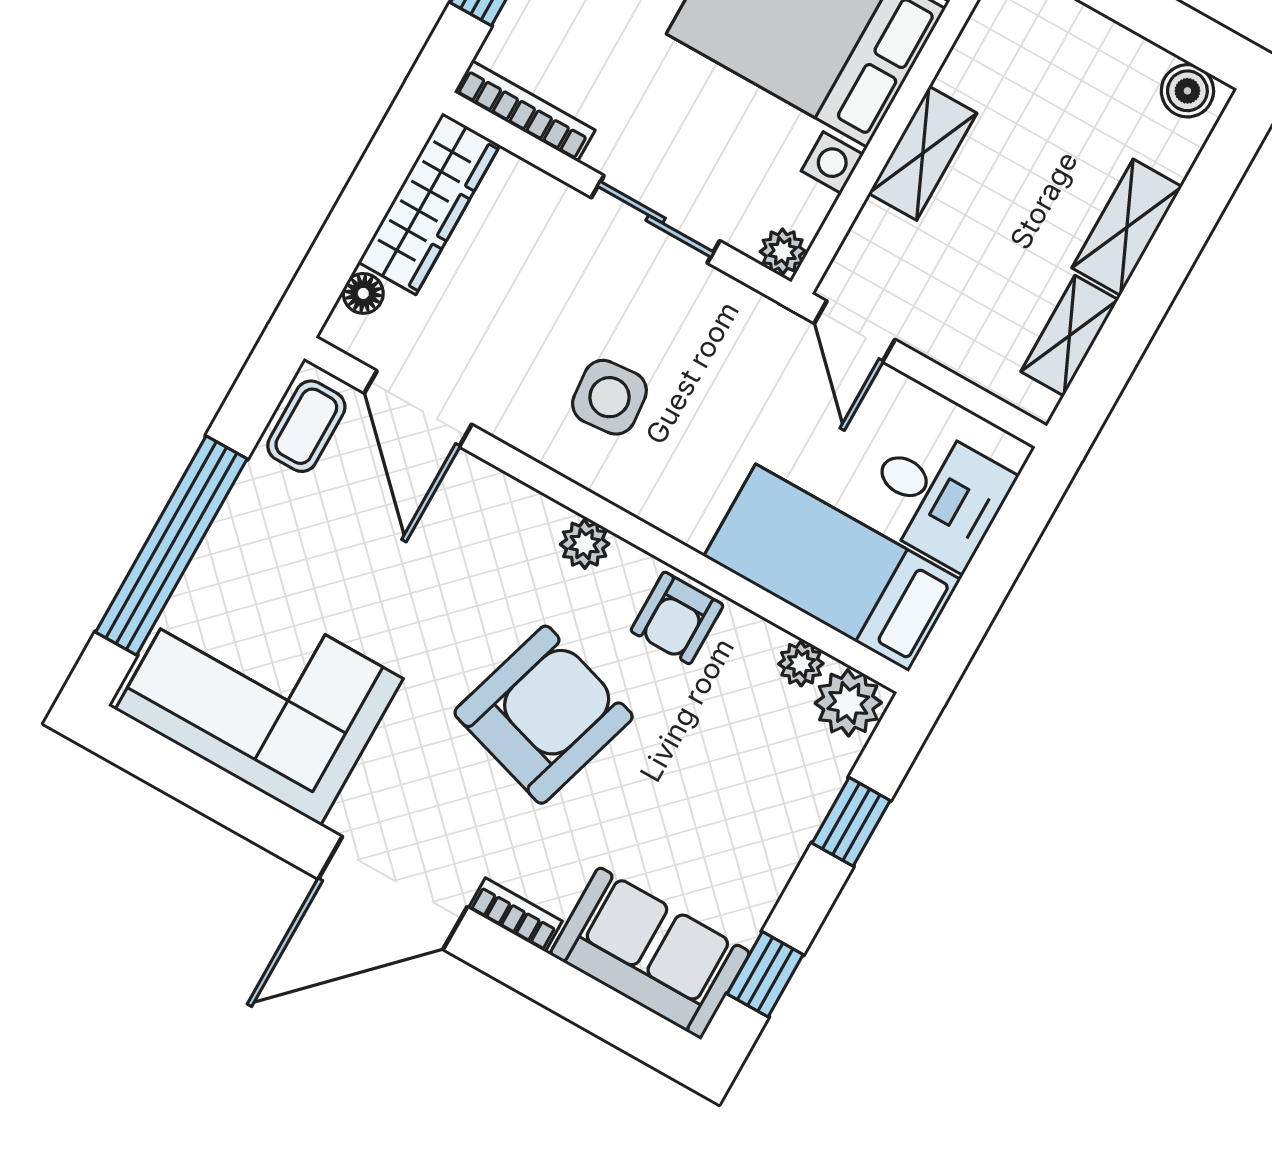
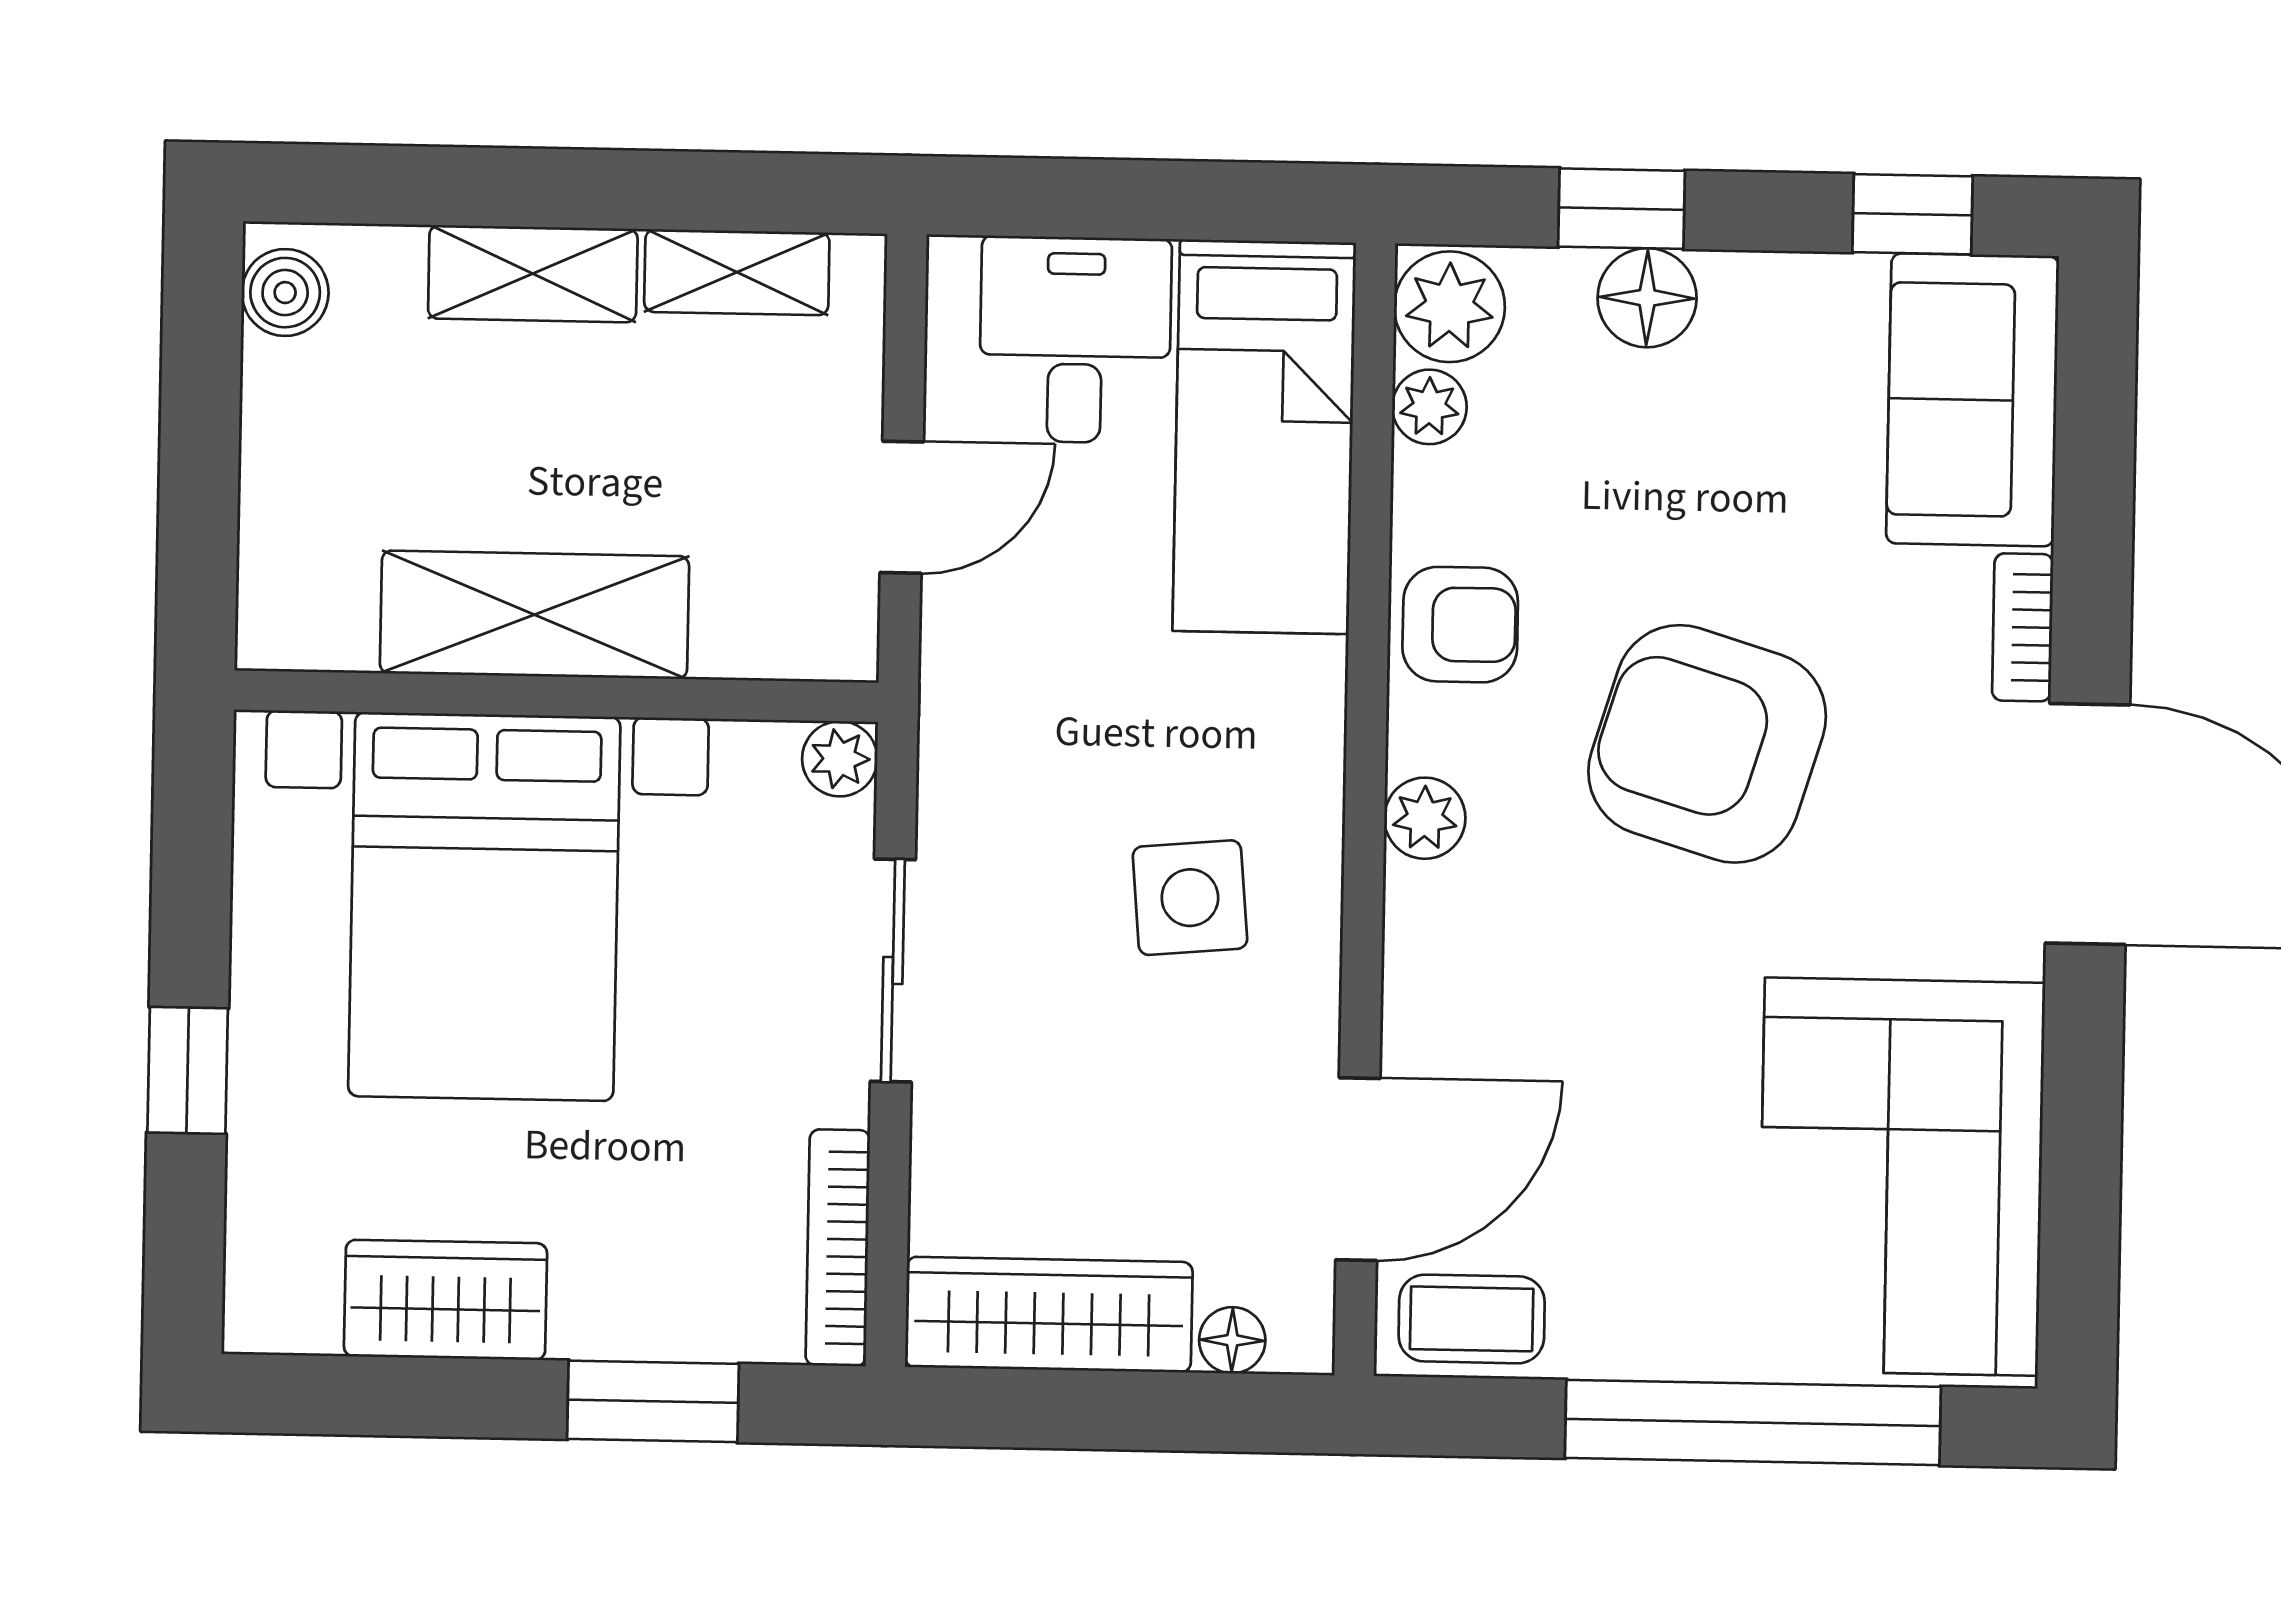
shelving: (923, 153) -> (534, 615), width x1.50, depth x1.33
door: (855, 331) -> (902, 507), moved
floor lamp: (797, 810) -> (1647, 298), added

